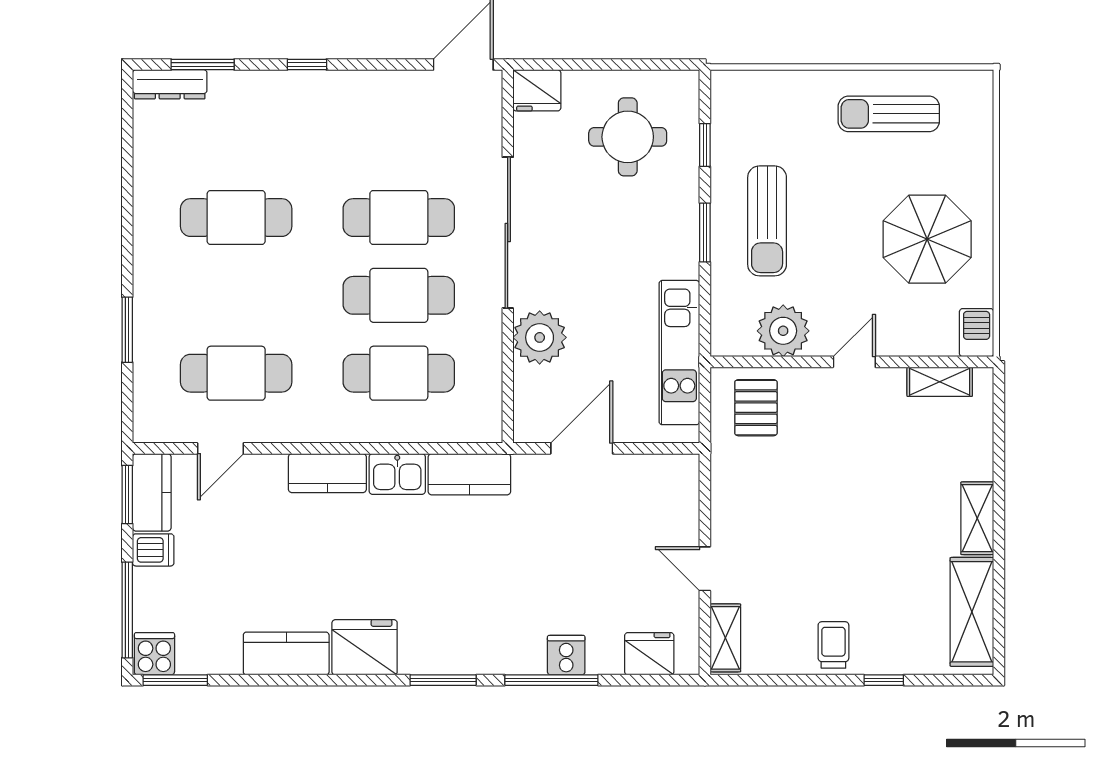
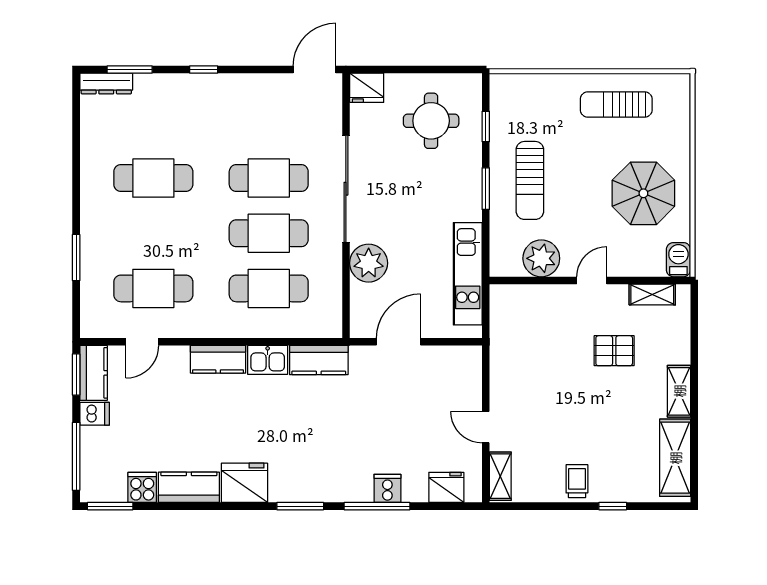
pallet: (756, 408) -> (614, 351), moved, turned 90
cooker: (154, 654) -> (142, 487), moved

